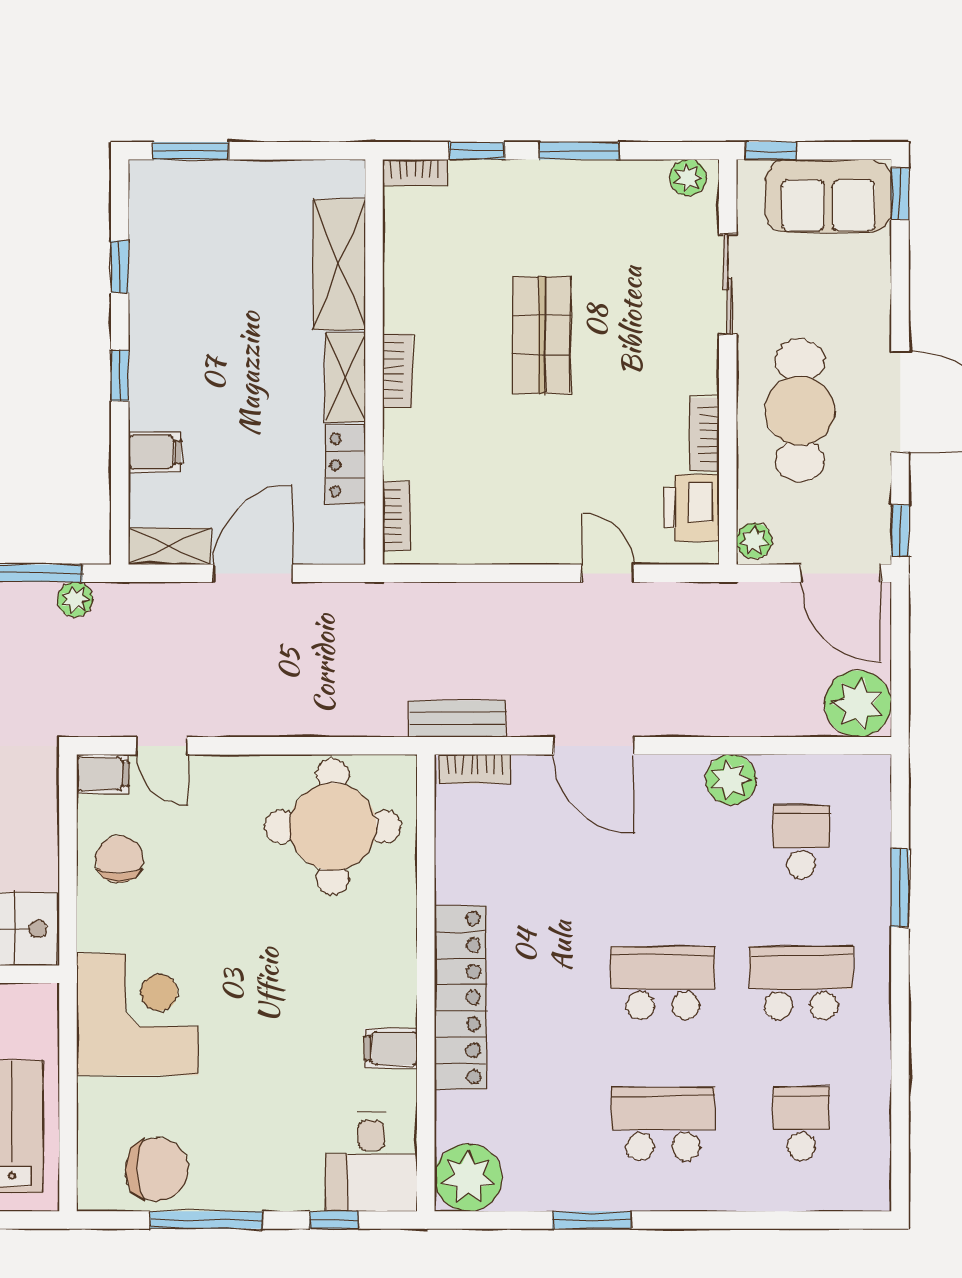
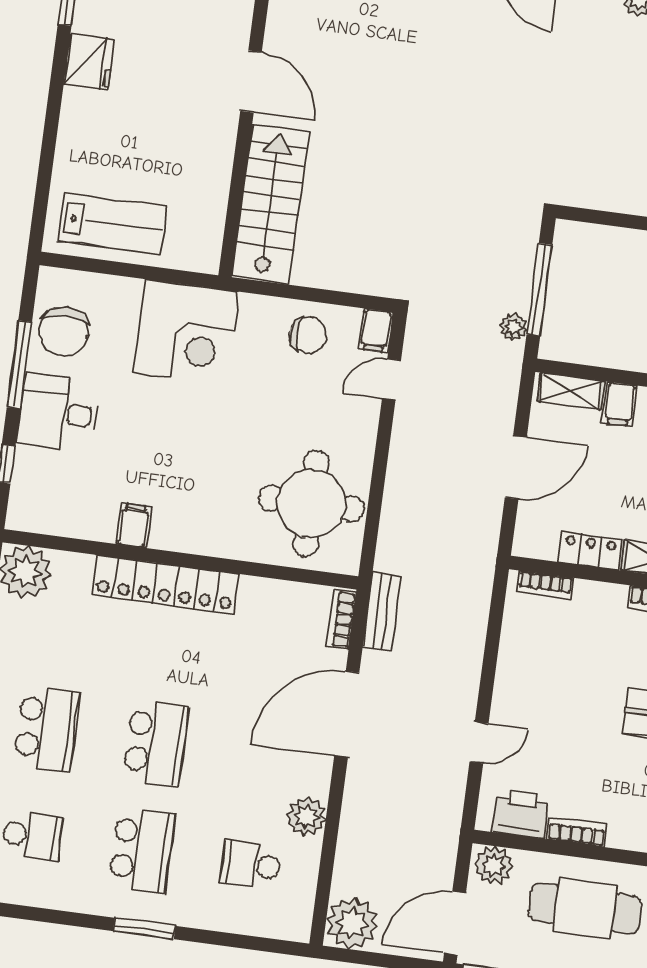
plant: (754, 541) -> (494, 865), width x1.38, depth x1.38
shelving: (169, 546) -> (571, 391), moved, turned 90
door: (253, 573) -> (516, 467), hinge flipped
door: (594, 746) -> (347, 714), width x1.36
school desk: (801, 842) -> (251, 865), turned 180
window: (900, 888) -> (144, 929), moved
desk: (371, 1162) -> (59, 413), moved

